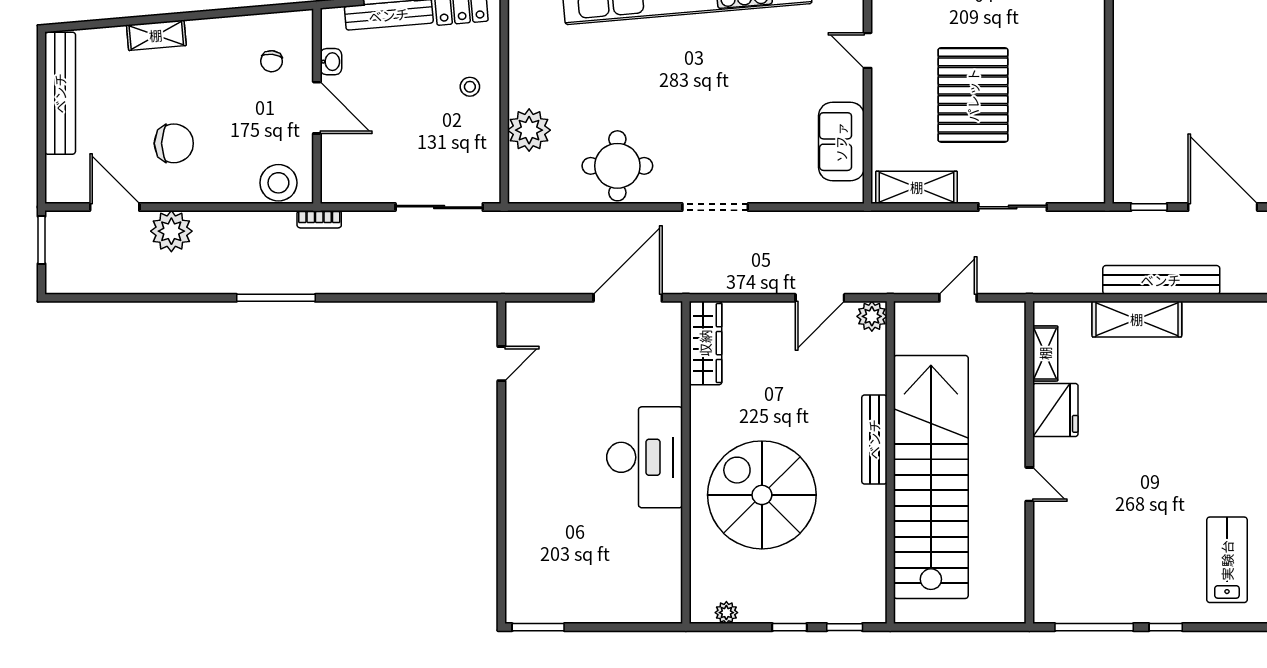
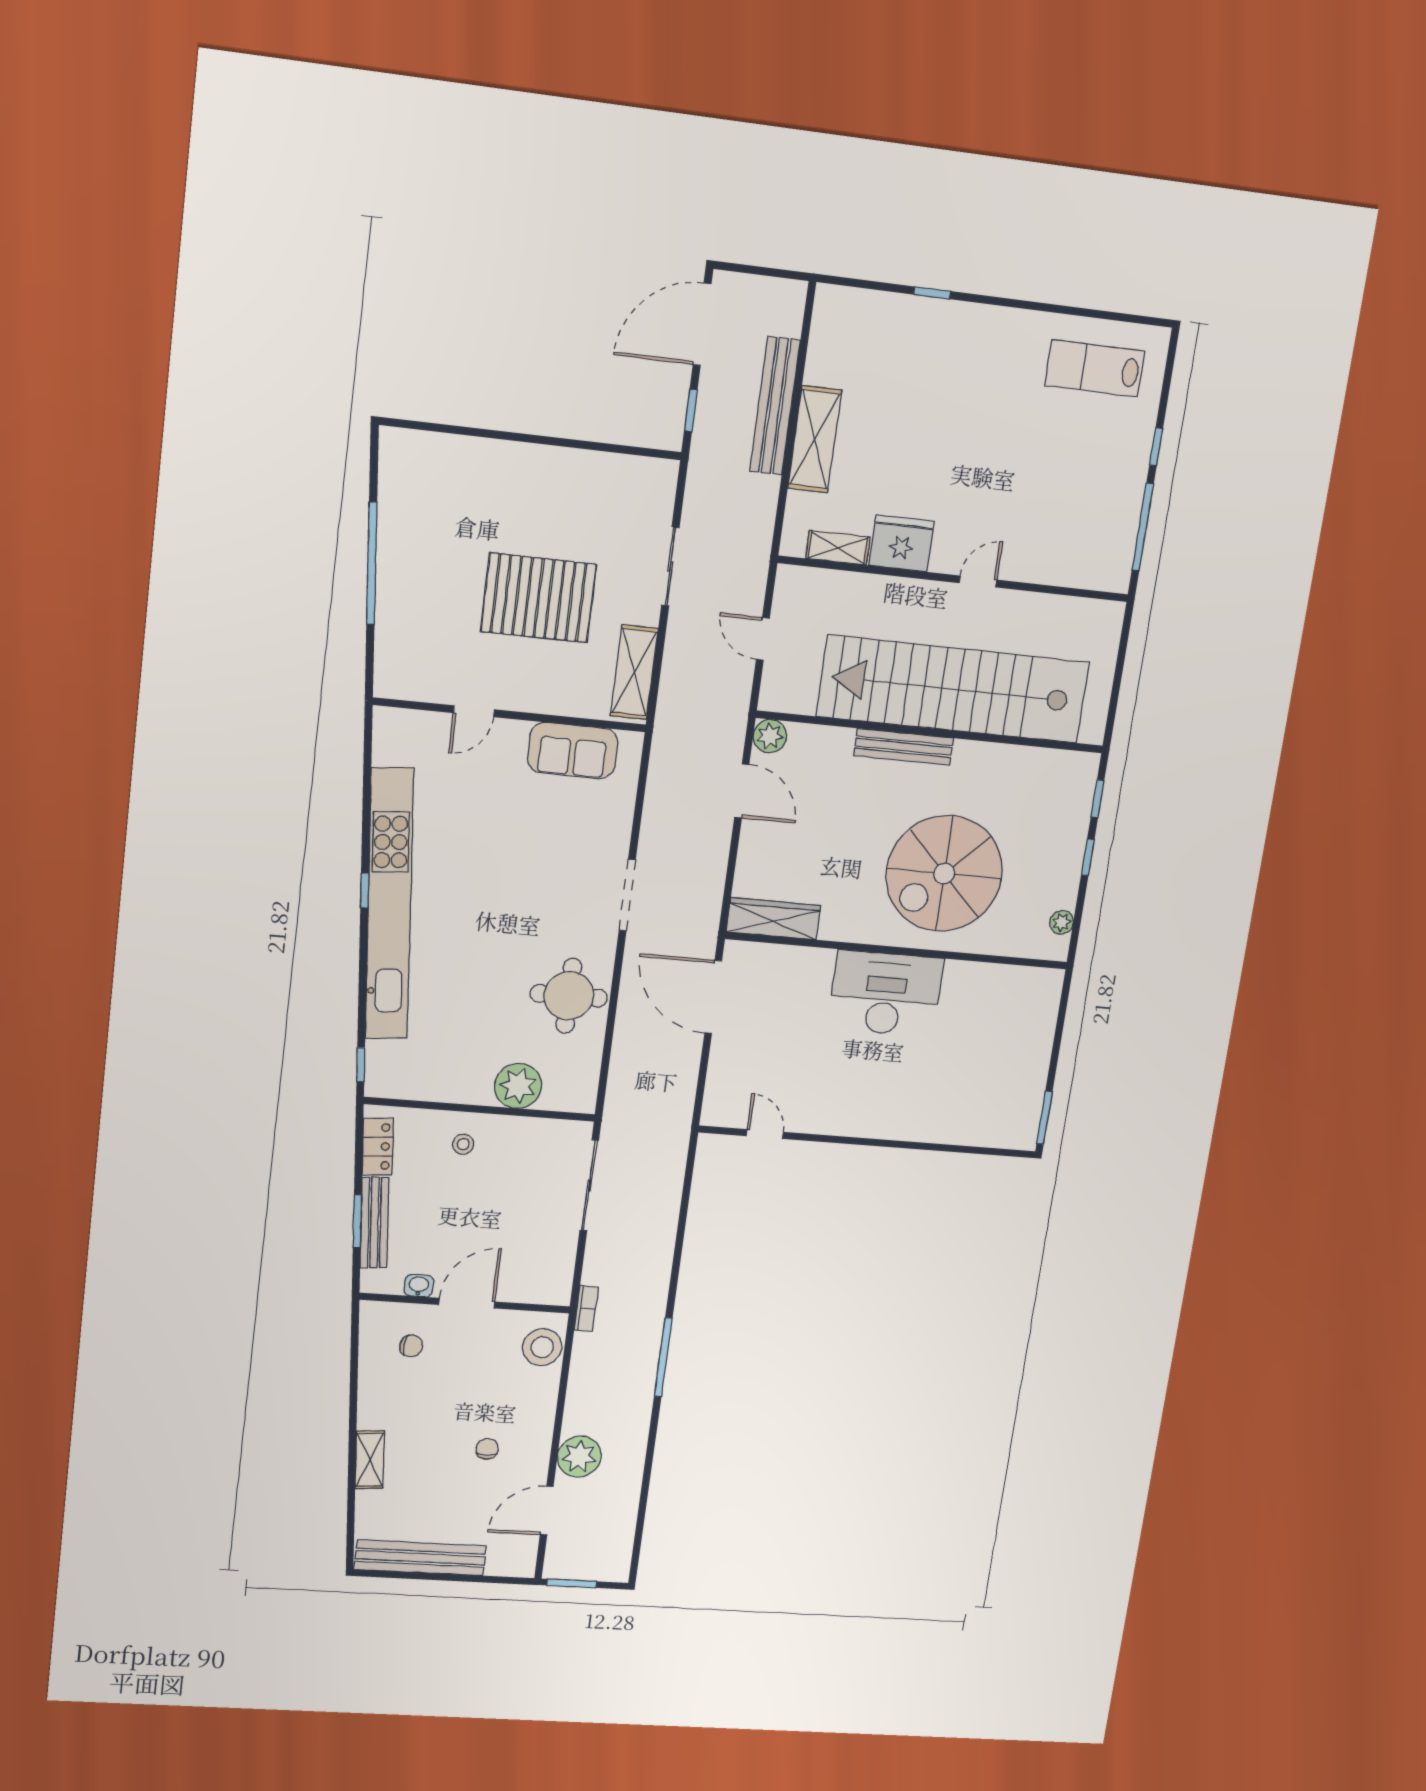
chair: (174, 143) -> (487, 1449), width x0.54, depth x0.54

